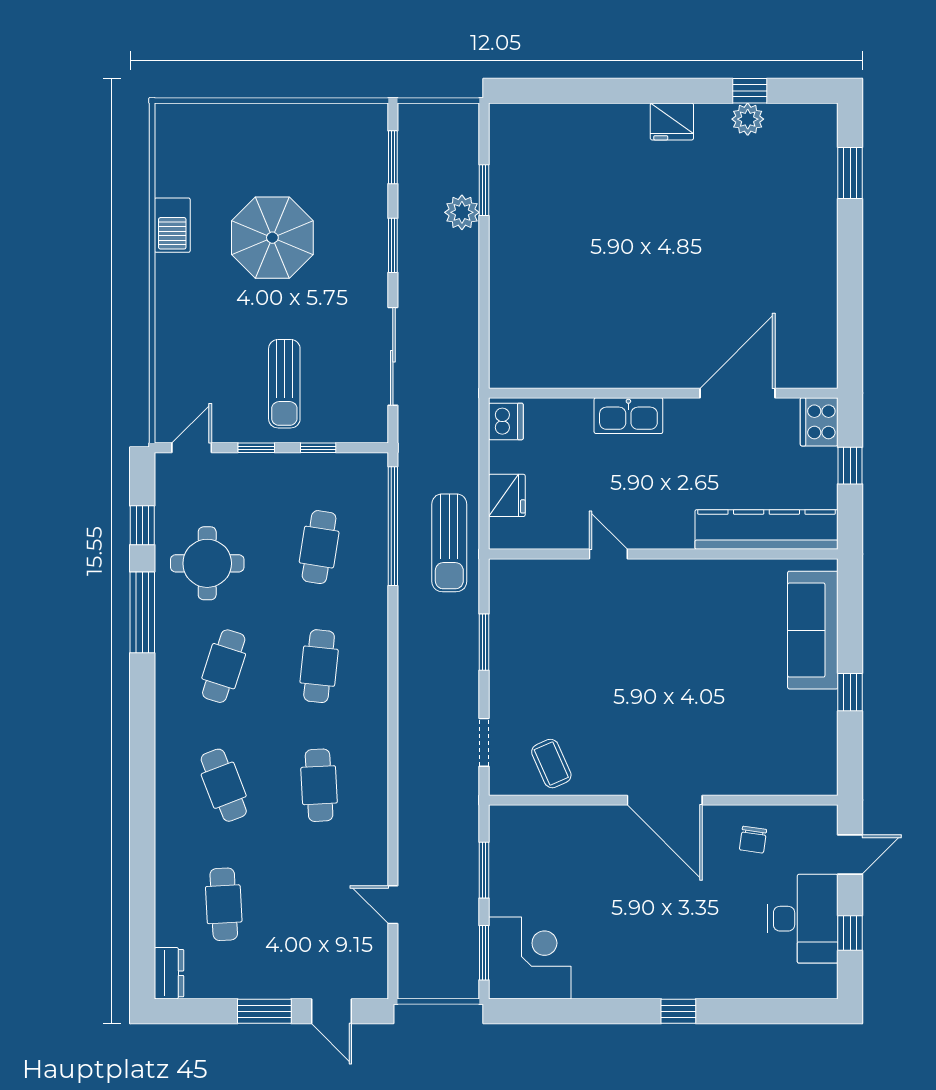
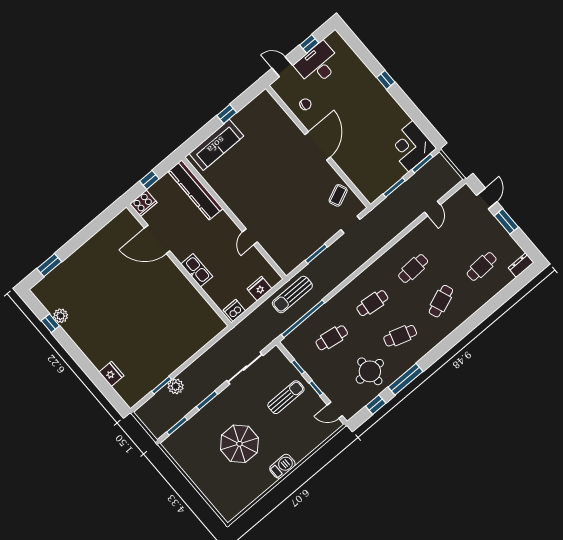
fridge: (672, 122) -> (111, 374), moved
barbecue: (172, 225) -> (282, 466), moved
sun lounger: (449, 543) -> (292, 295), turned 180

